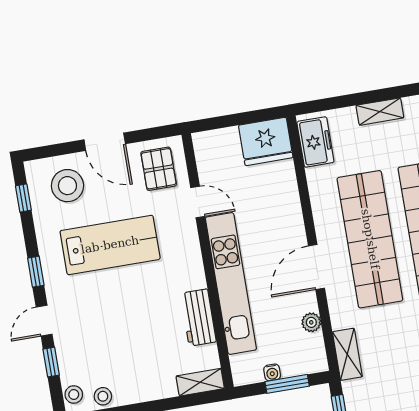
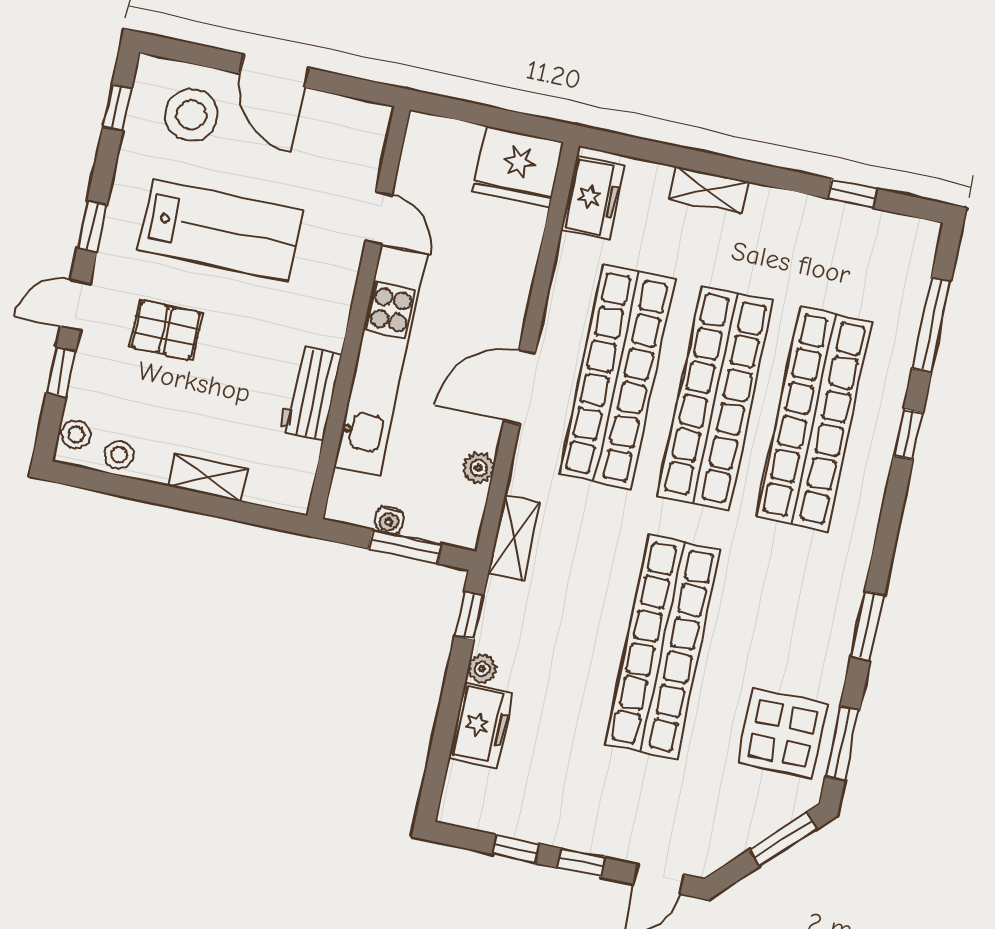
pallet: (159, 169) -> (166, 330), moved, turned 90
shelving: (200, 382) -> (208, 478), moved

